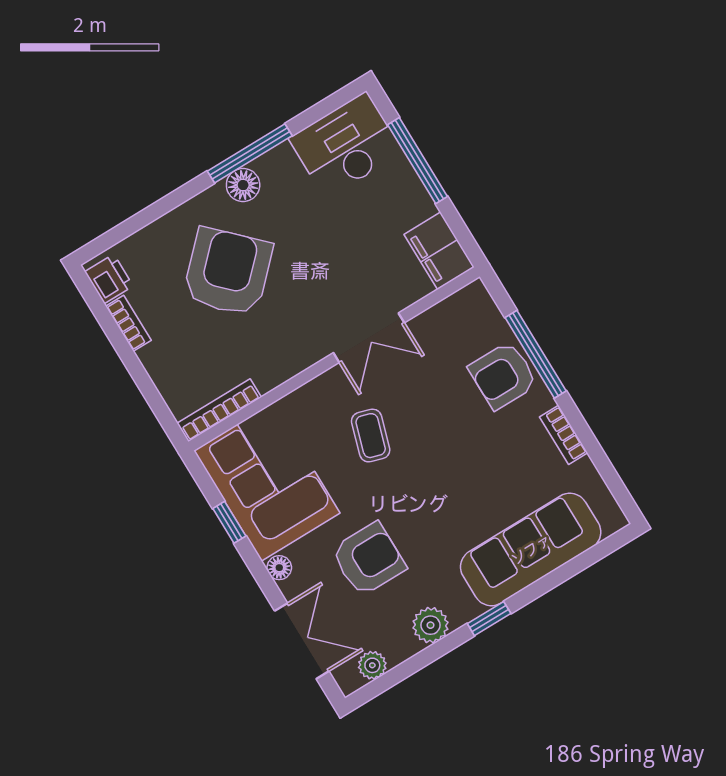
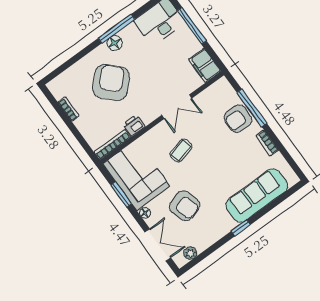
printer: (109, 279) -> (134, 125), moved, turned -90
coffee table: (371, 436) -> (181, 150), turned 59
window: (229, 522) -> (121, 194), width x1.50
armchair: (368, 559) -> (185, 206), turned 73
plant: (430, 625) -> (215, 233), removed

